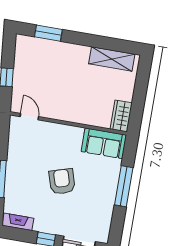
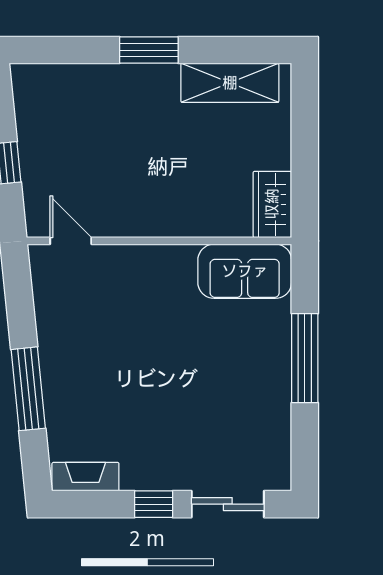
window: (48, 33) -> (149, 50), moved
armchair: (62, 181) -> (167, 371), removed

